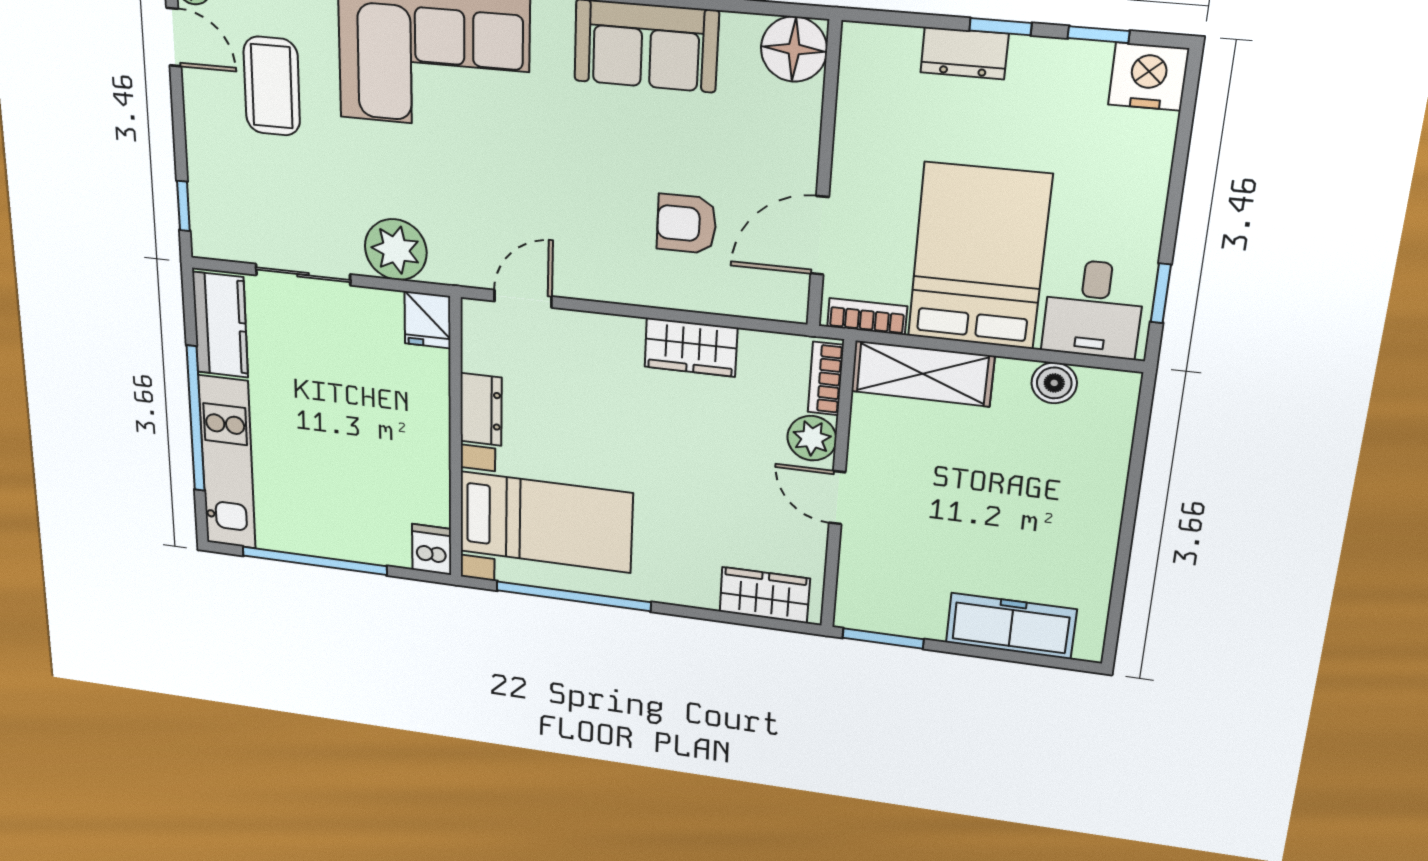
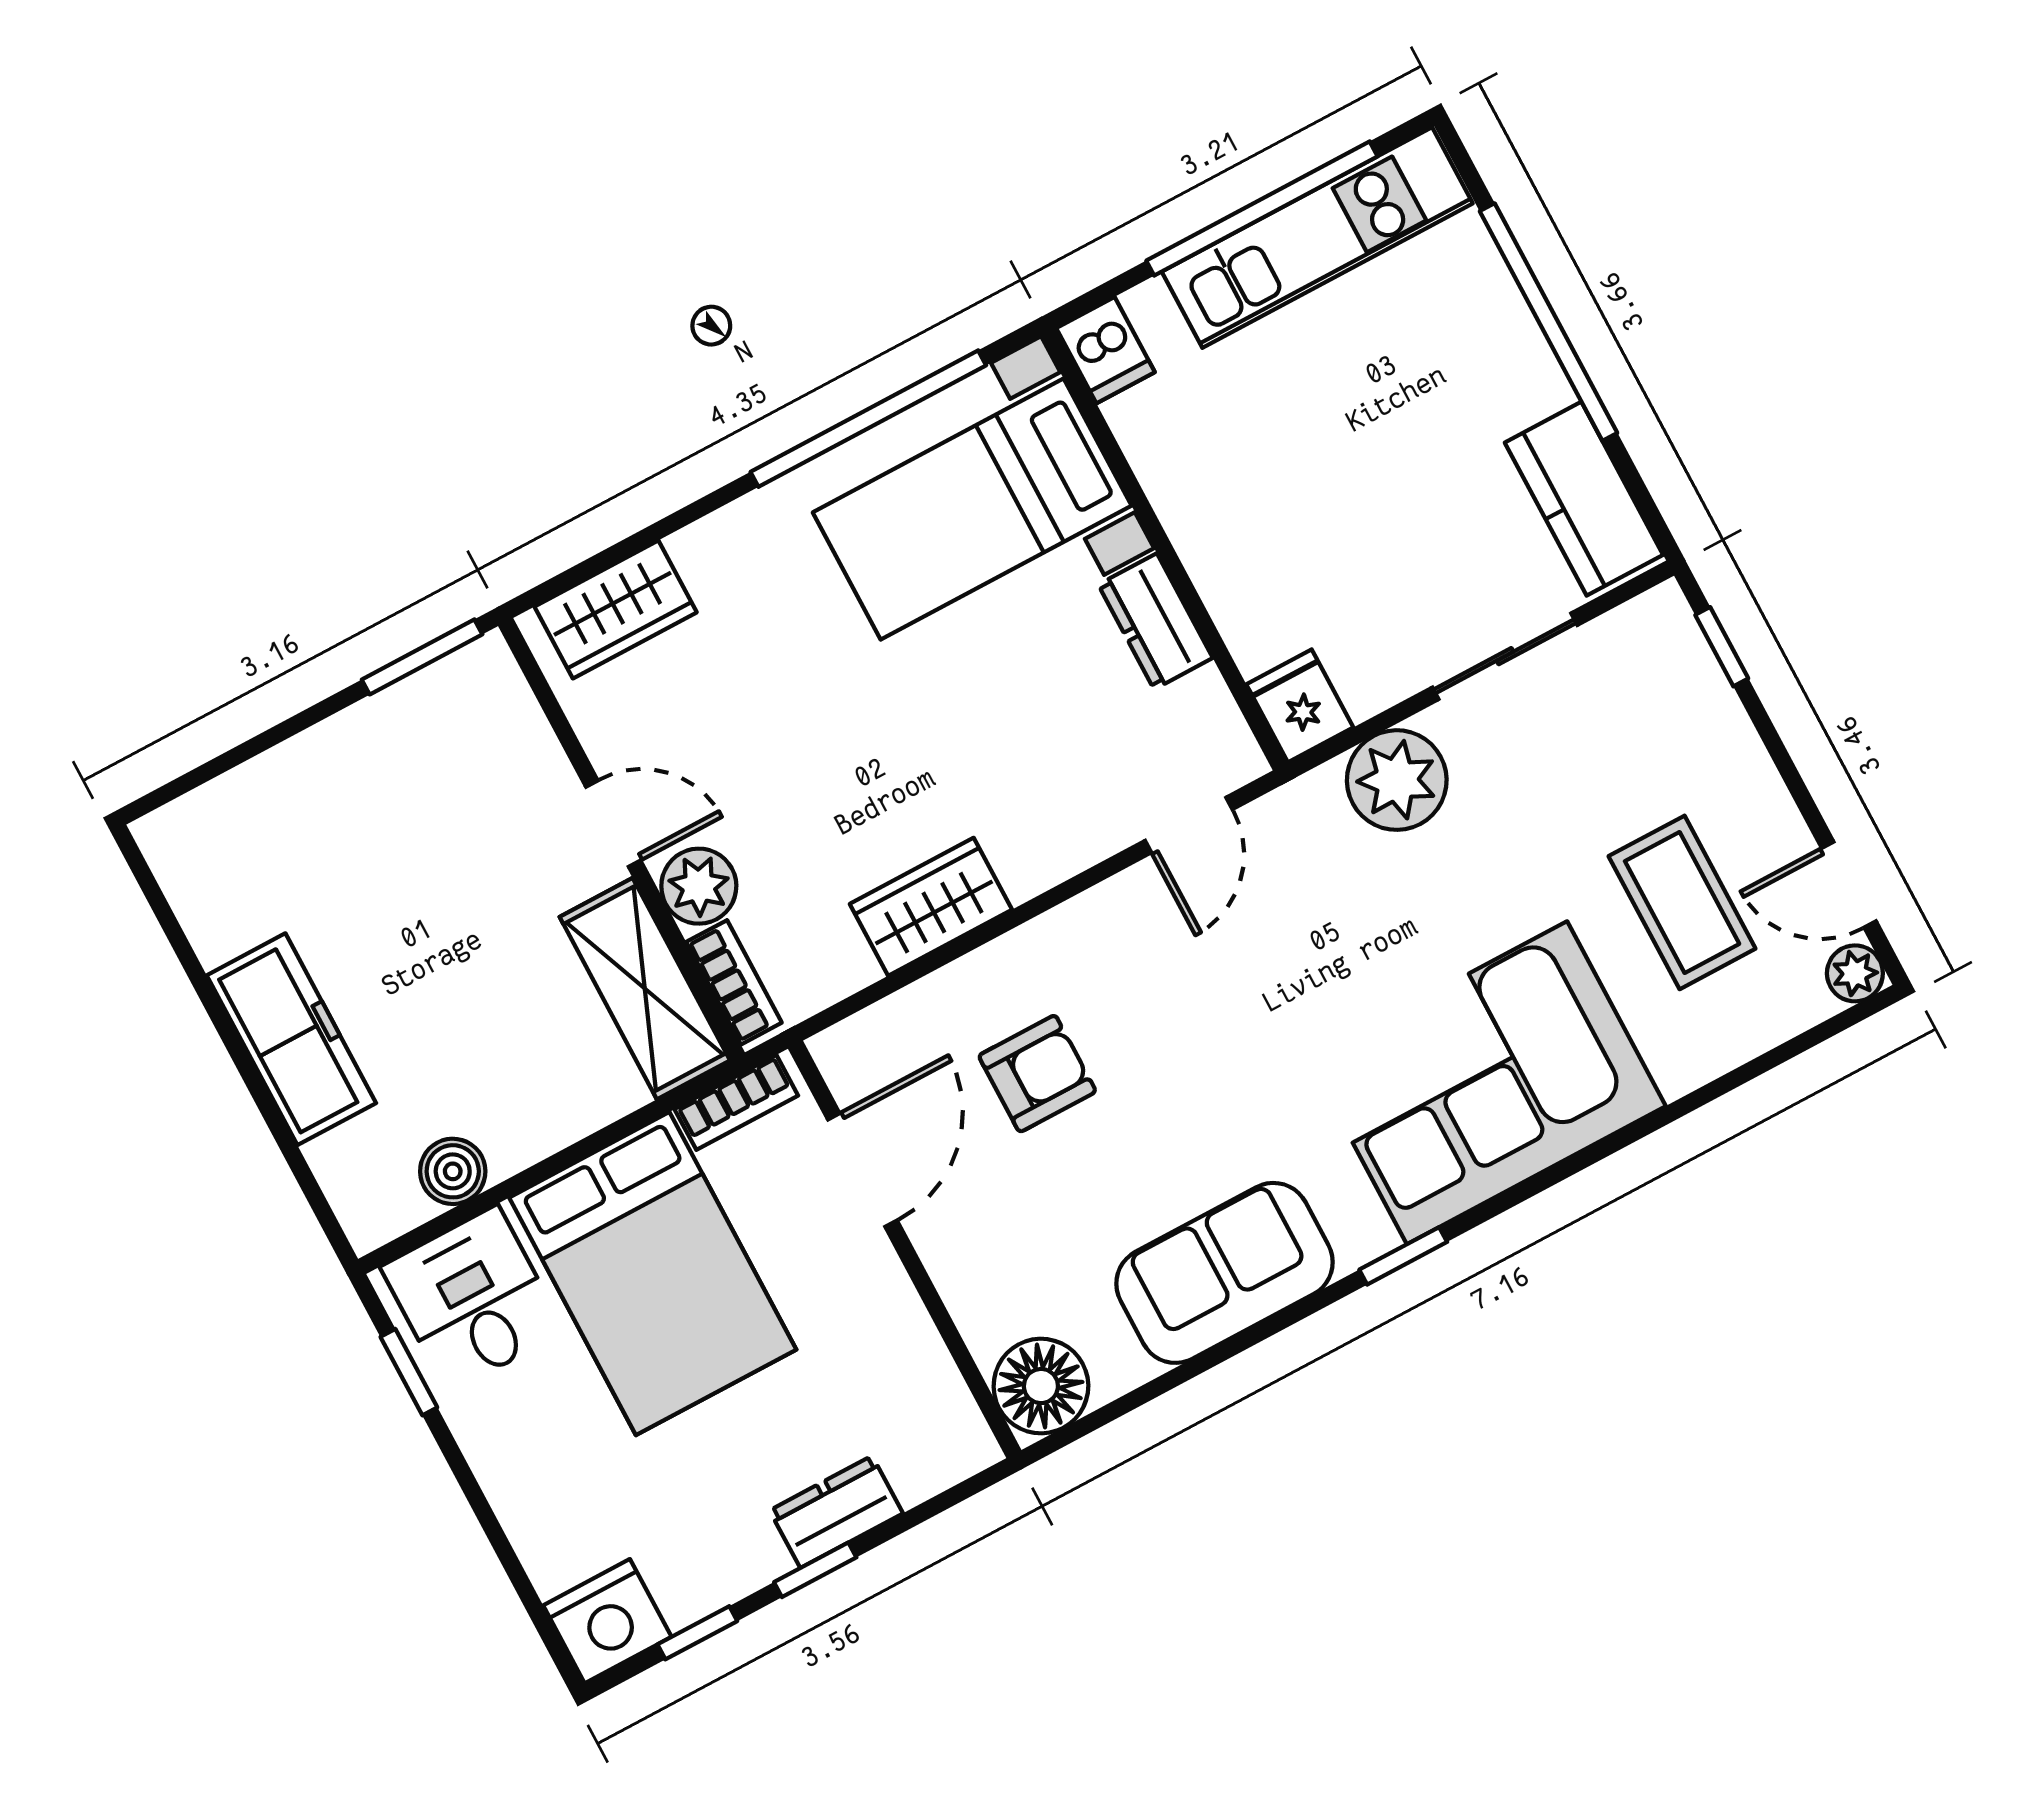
shelving: (922, 374) -> (645, 989), moved, turned 90
kitchen unit: (227, 463) -> (1317, 238), moved, turned -90
freezer: (1011, 626) -> (291, 1039), moved, turned -90

